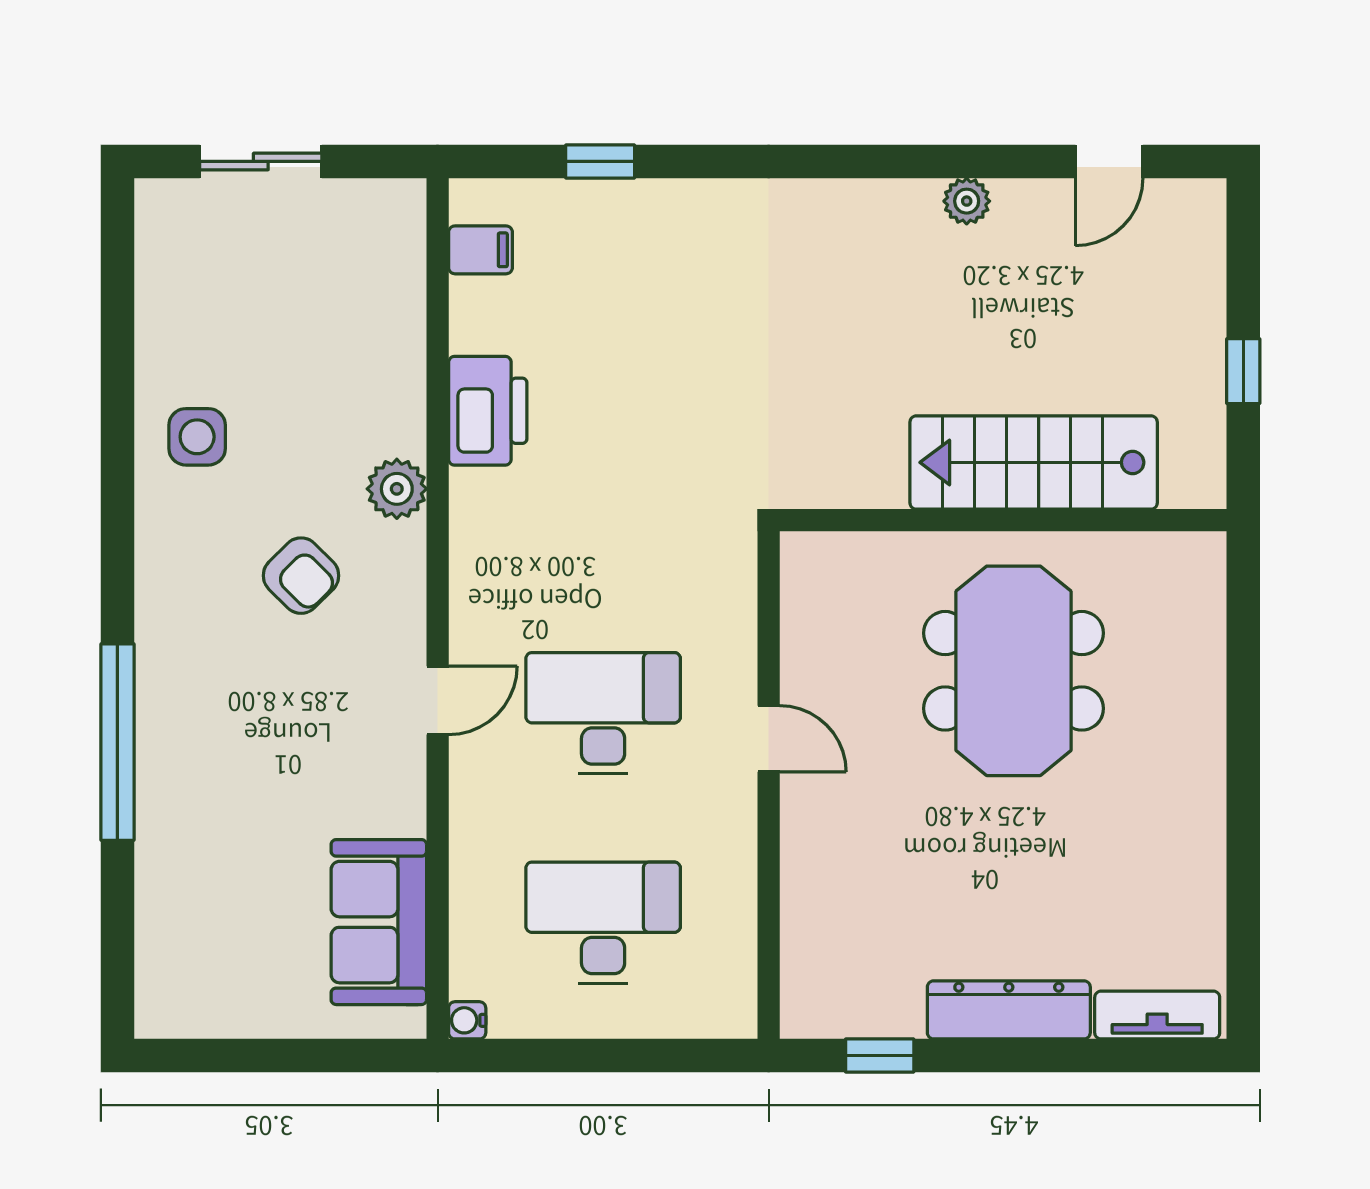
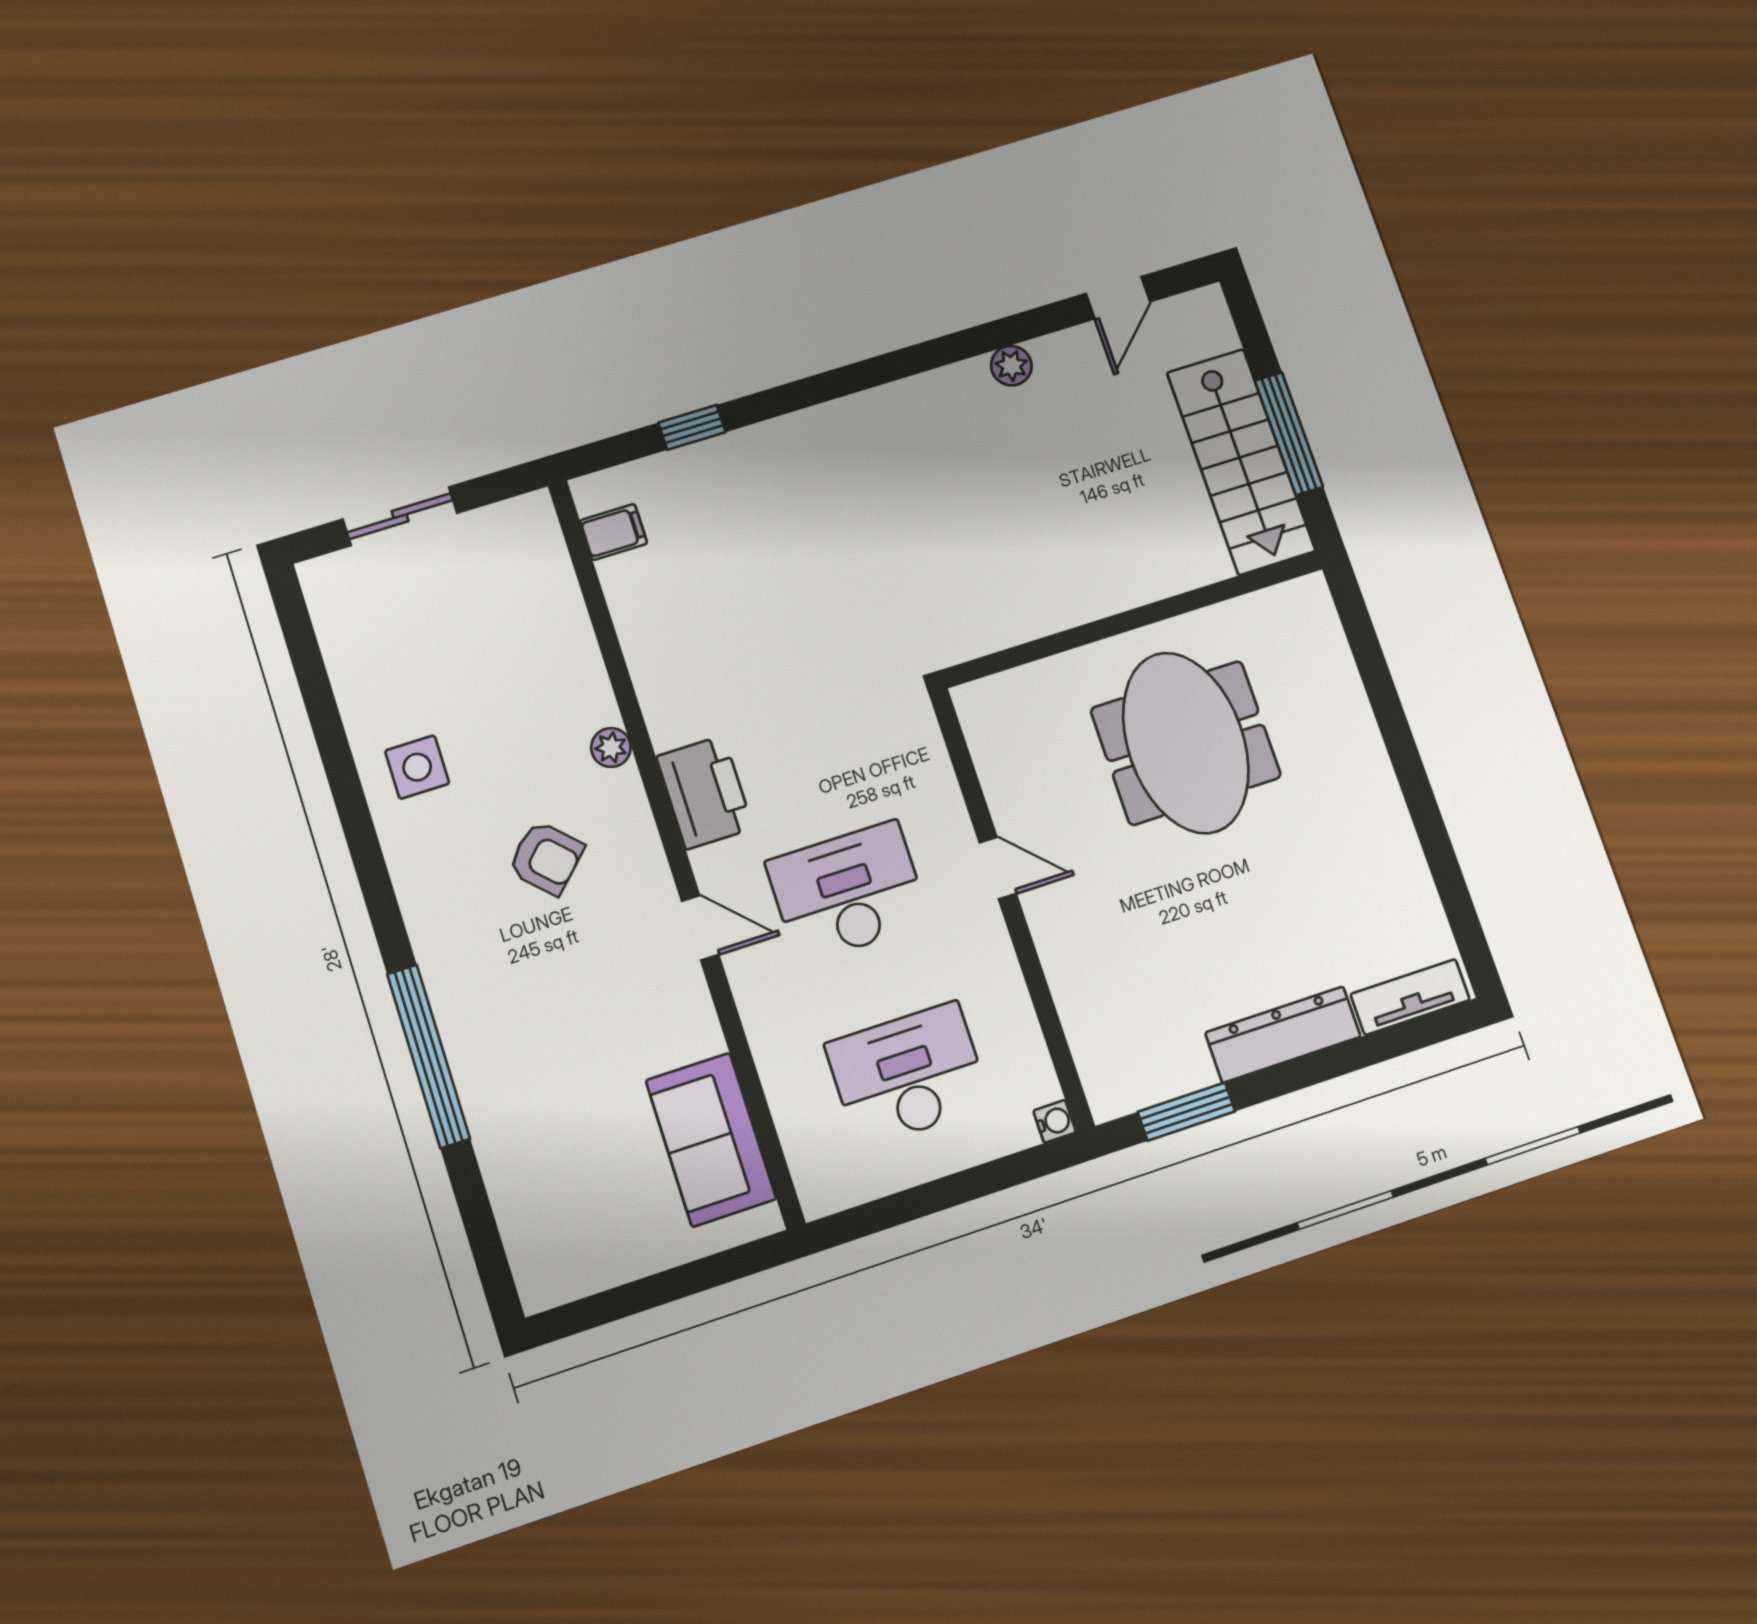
window: (1243, 371) -> (1289, 434), width x2.17
printer: (488, 411) -> (705, 792), moved
stairs: (1034, 462) -> (1241, 462), moved, turned -90
plant: (397, 489) -> (611, 748), width x0.73, depth x0.73
door: (438, 700) -> (700, 928), hinge flipped
water cooler: (467, 1020) -> (1055, 1121), moved, turned 180
window: (880, 1055) -> (1186, 1112), width x1.50

